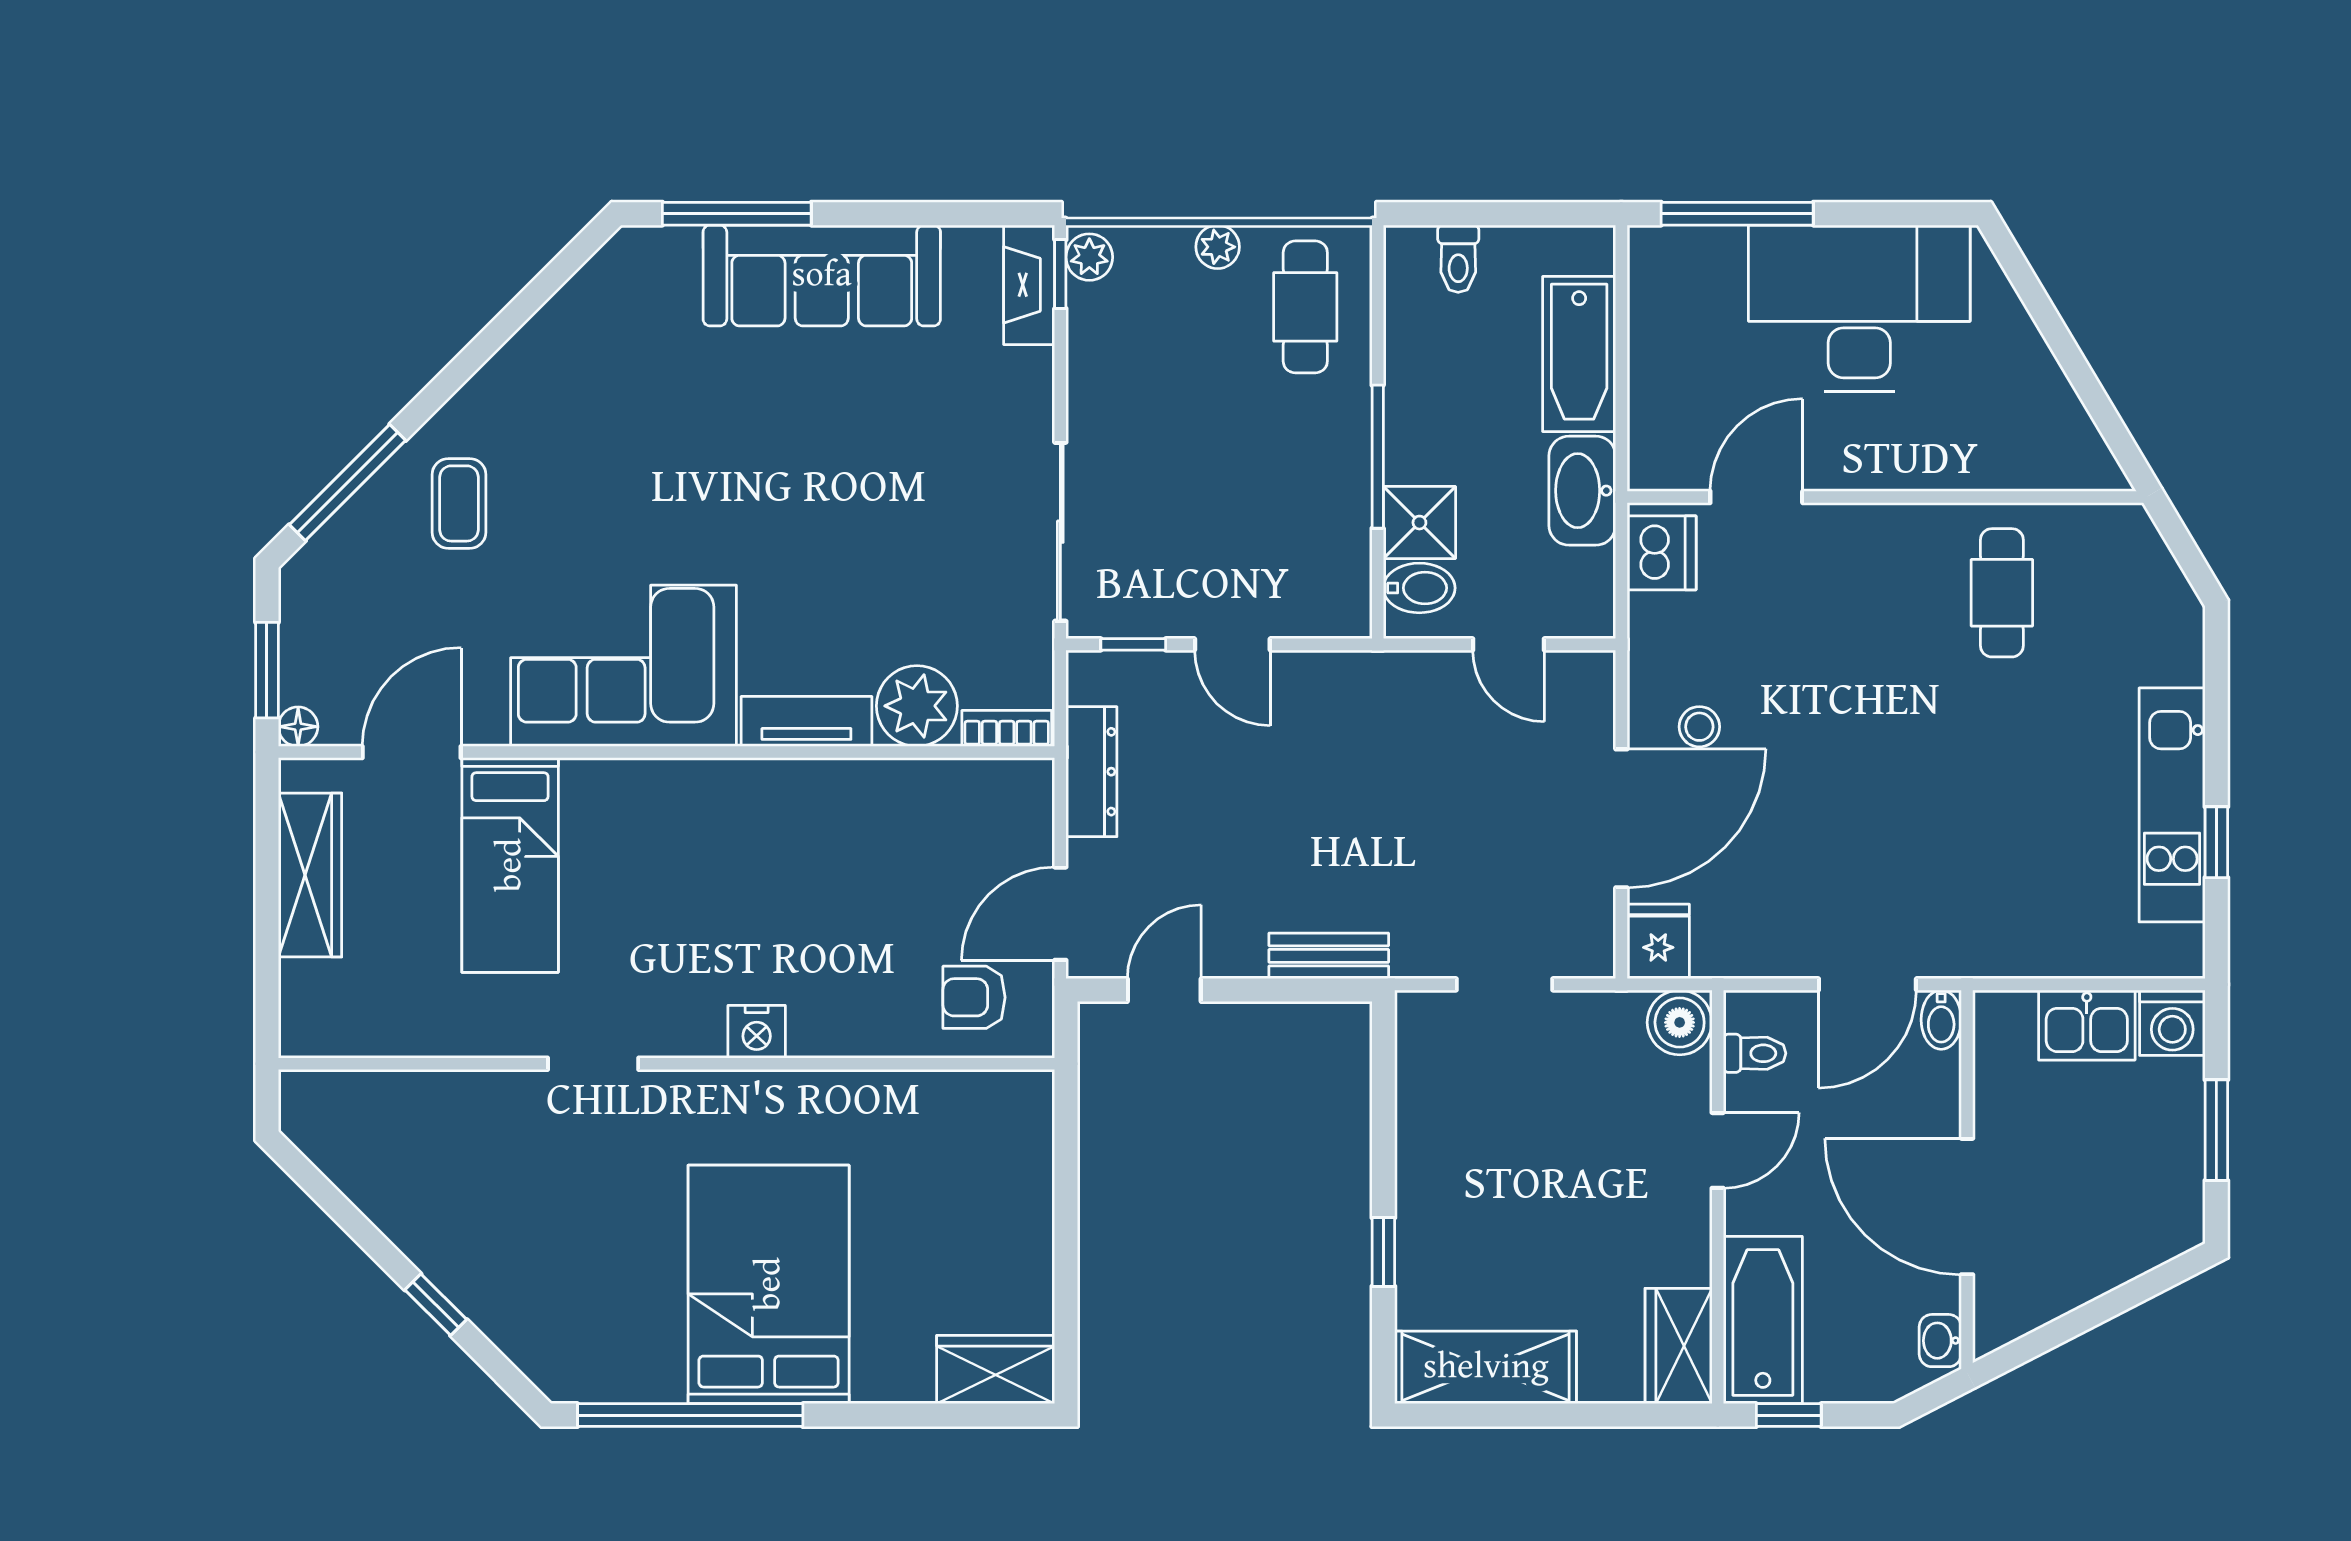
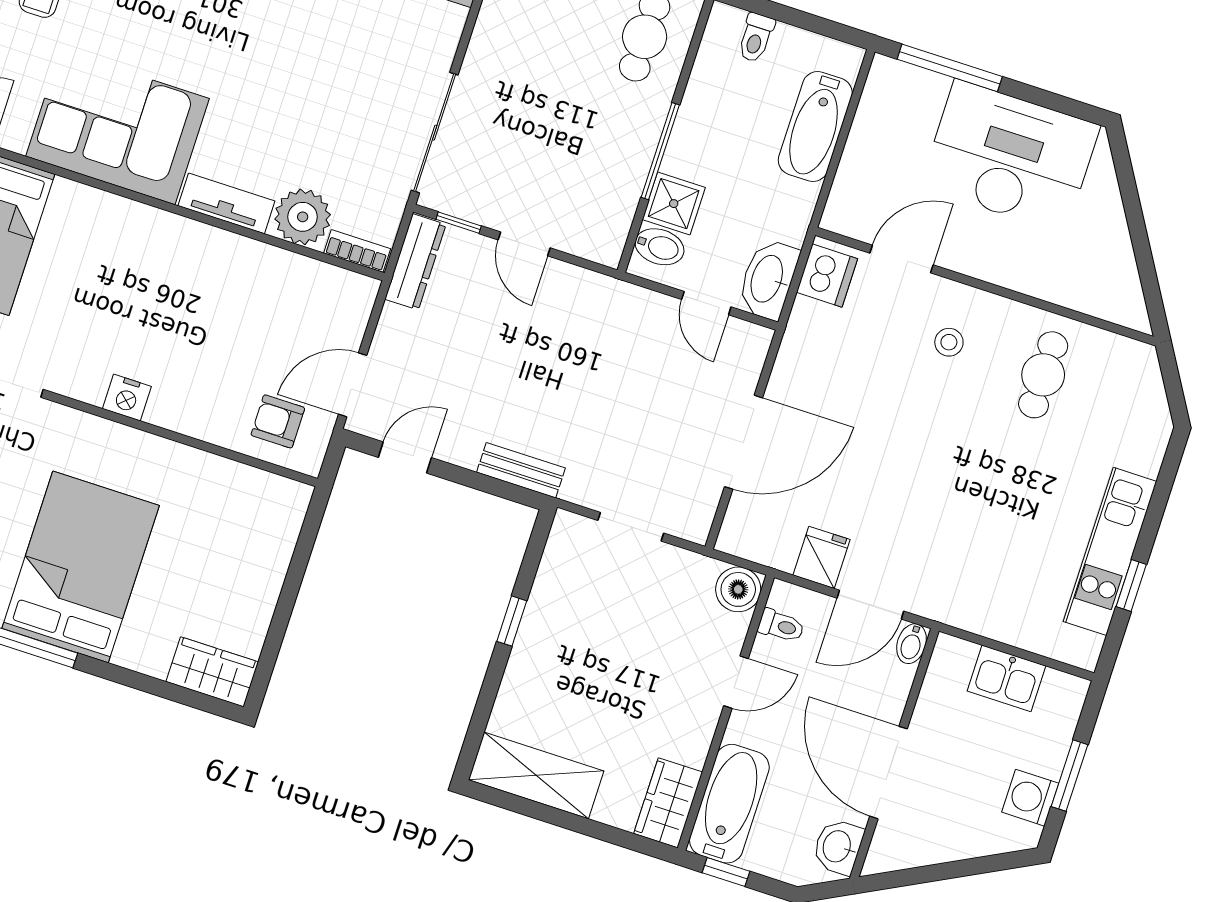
washbasin: (1582, 491) -> (768, 279), moved
stool: (1699, 727) -> (949, 342), moved
dresser: (1091, 772) -> (415, 262), moved
fridge: (1658, 941) -> (822, 557), moved
washing machine: (2172, 1023) -> (1030, 798), moved, turned 90
window: (1383, 1252) -> (512, 621), moved
washbasin: (1940, 1341) -> (838, 847), width x1.38, depth x1.45

